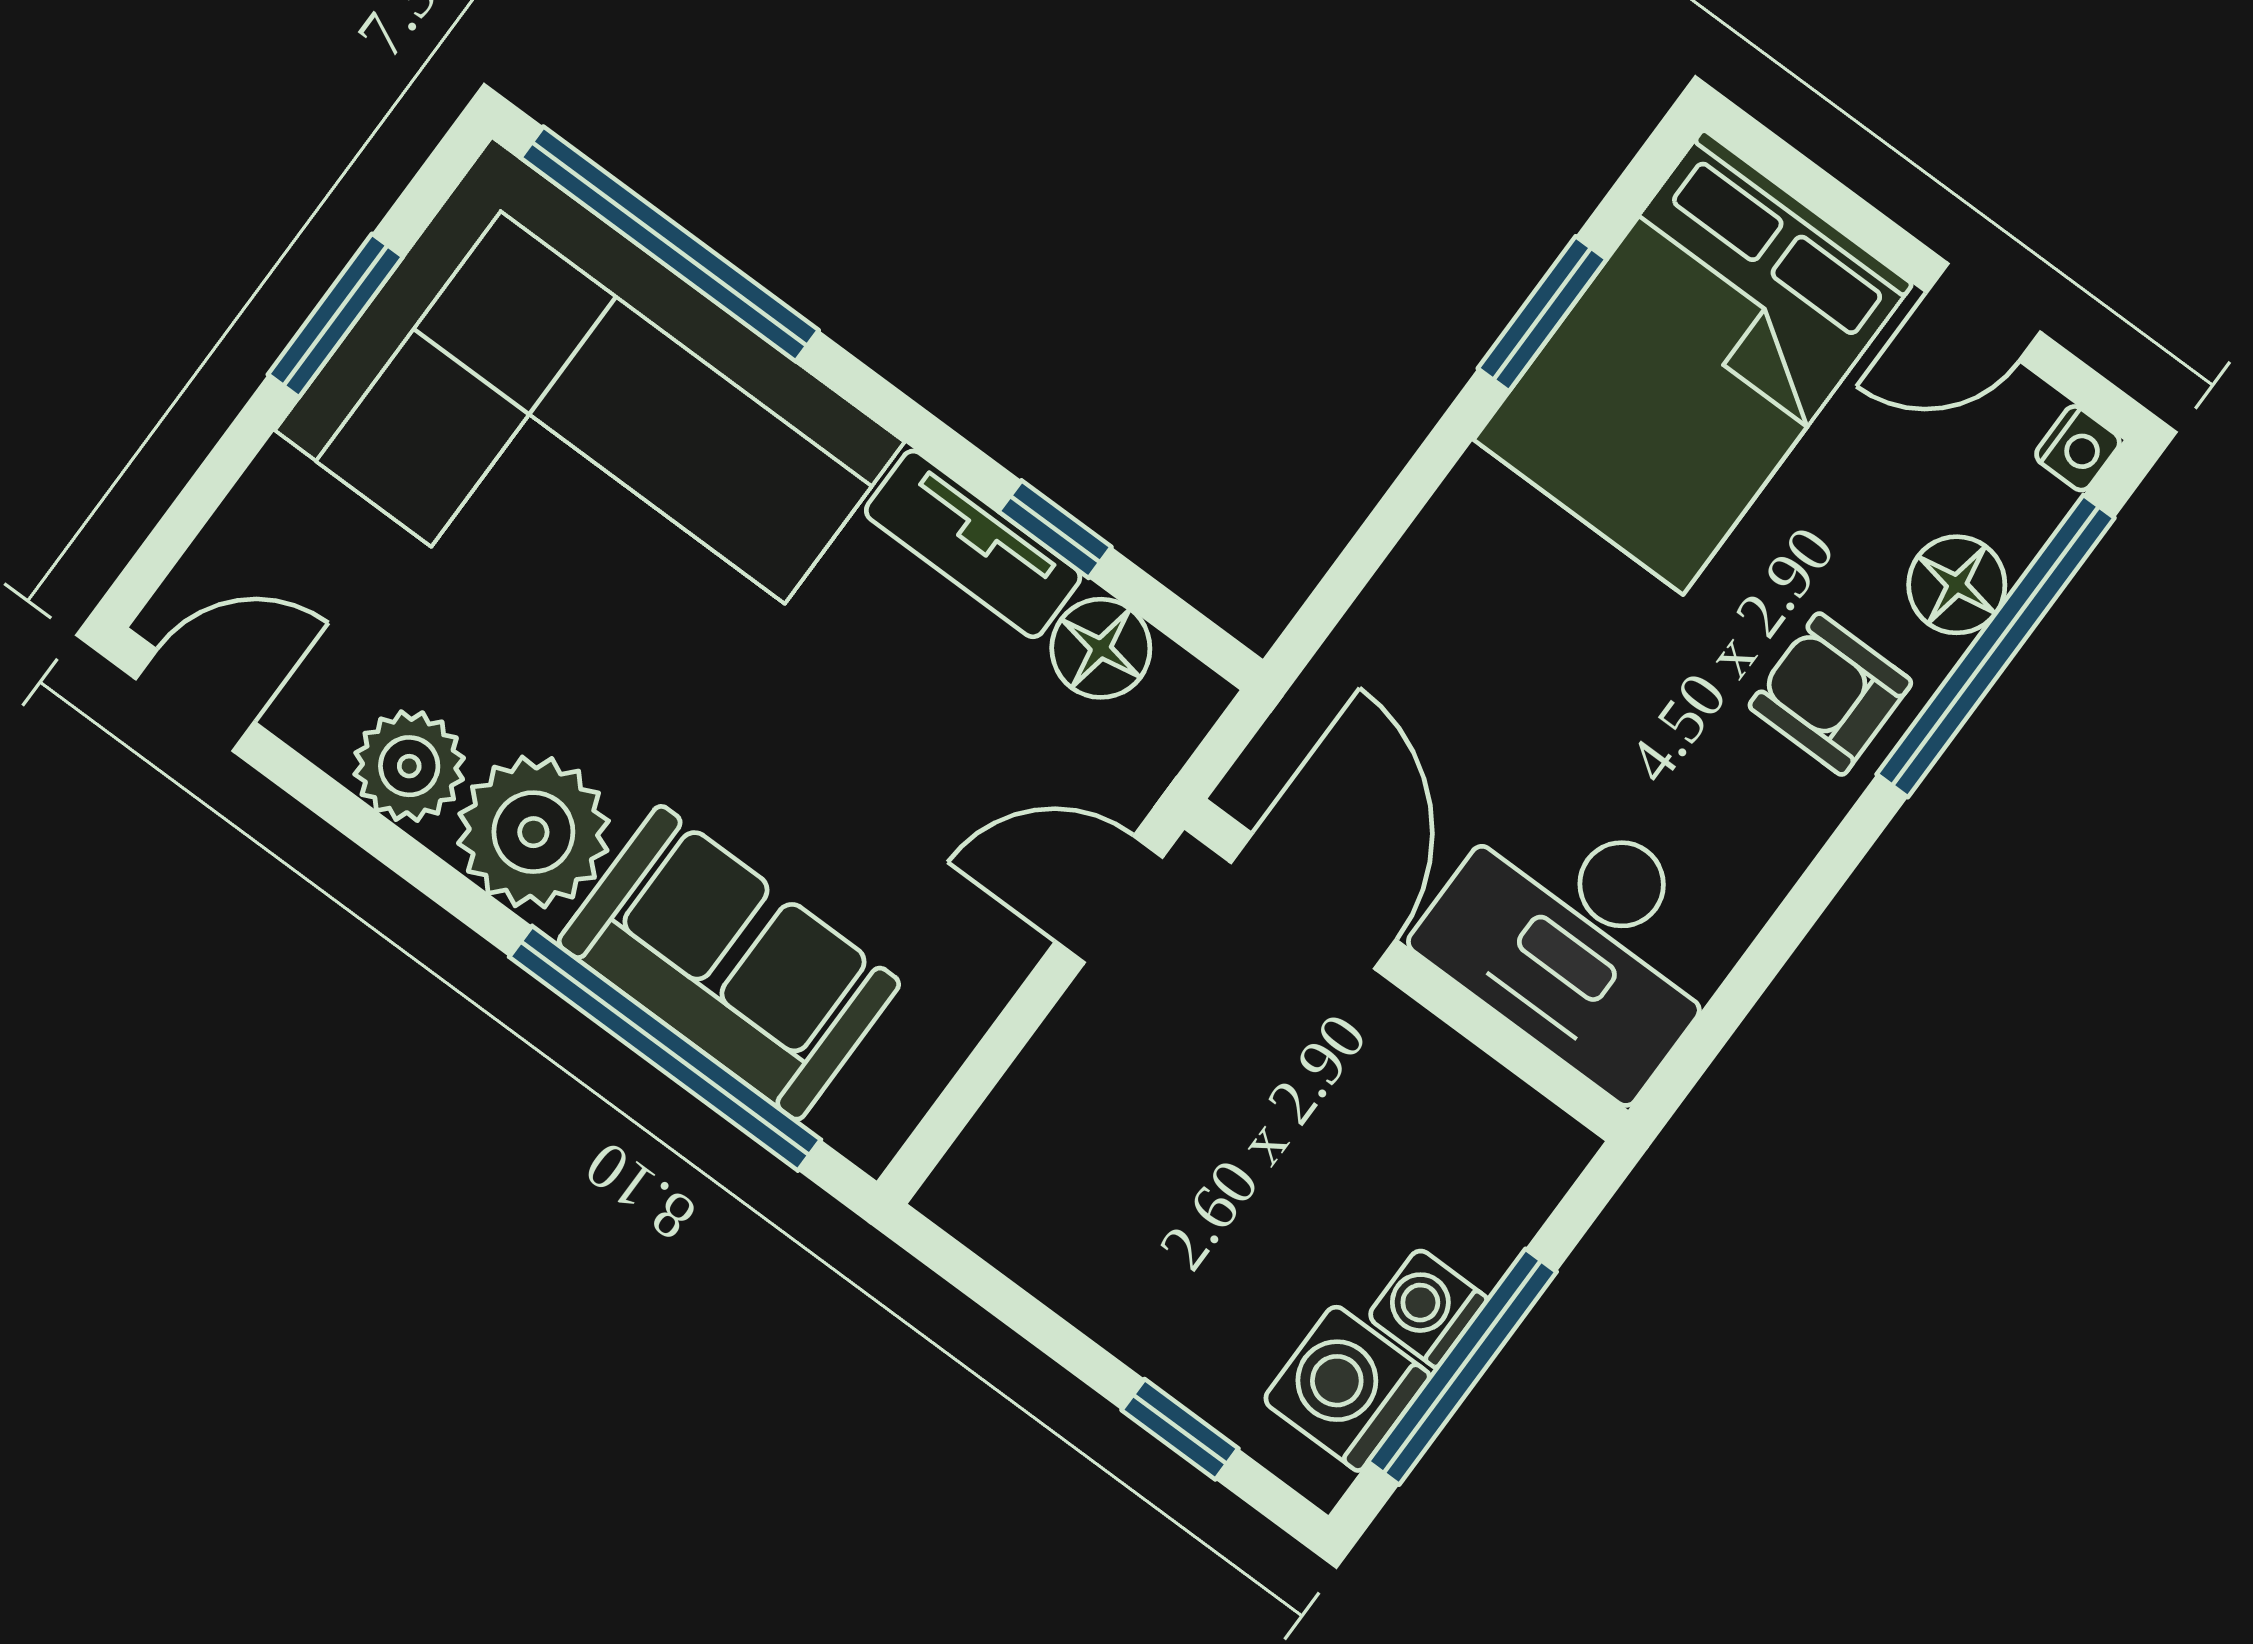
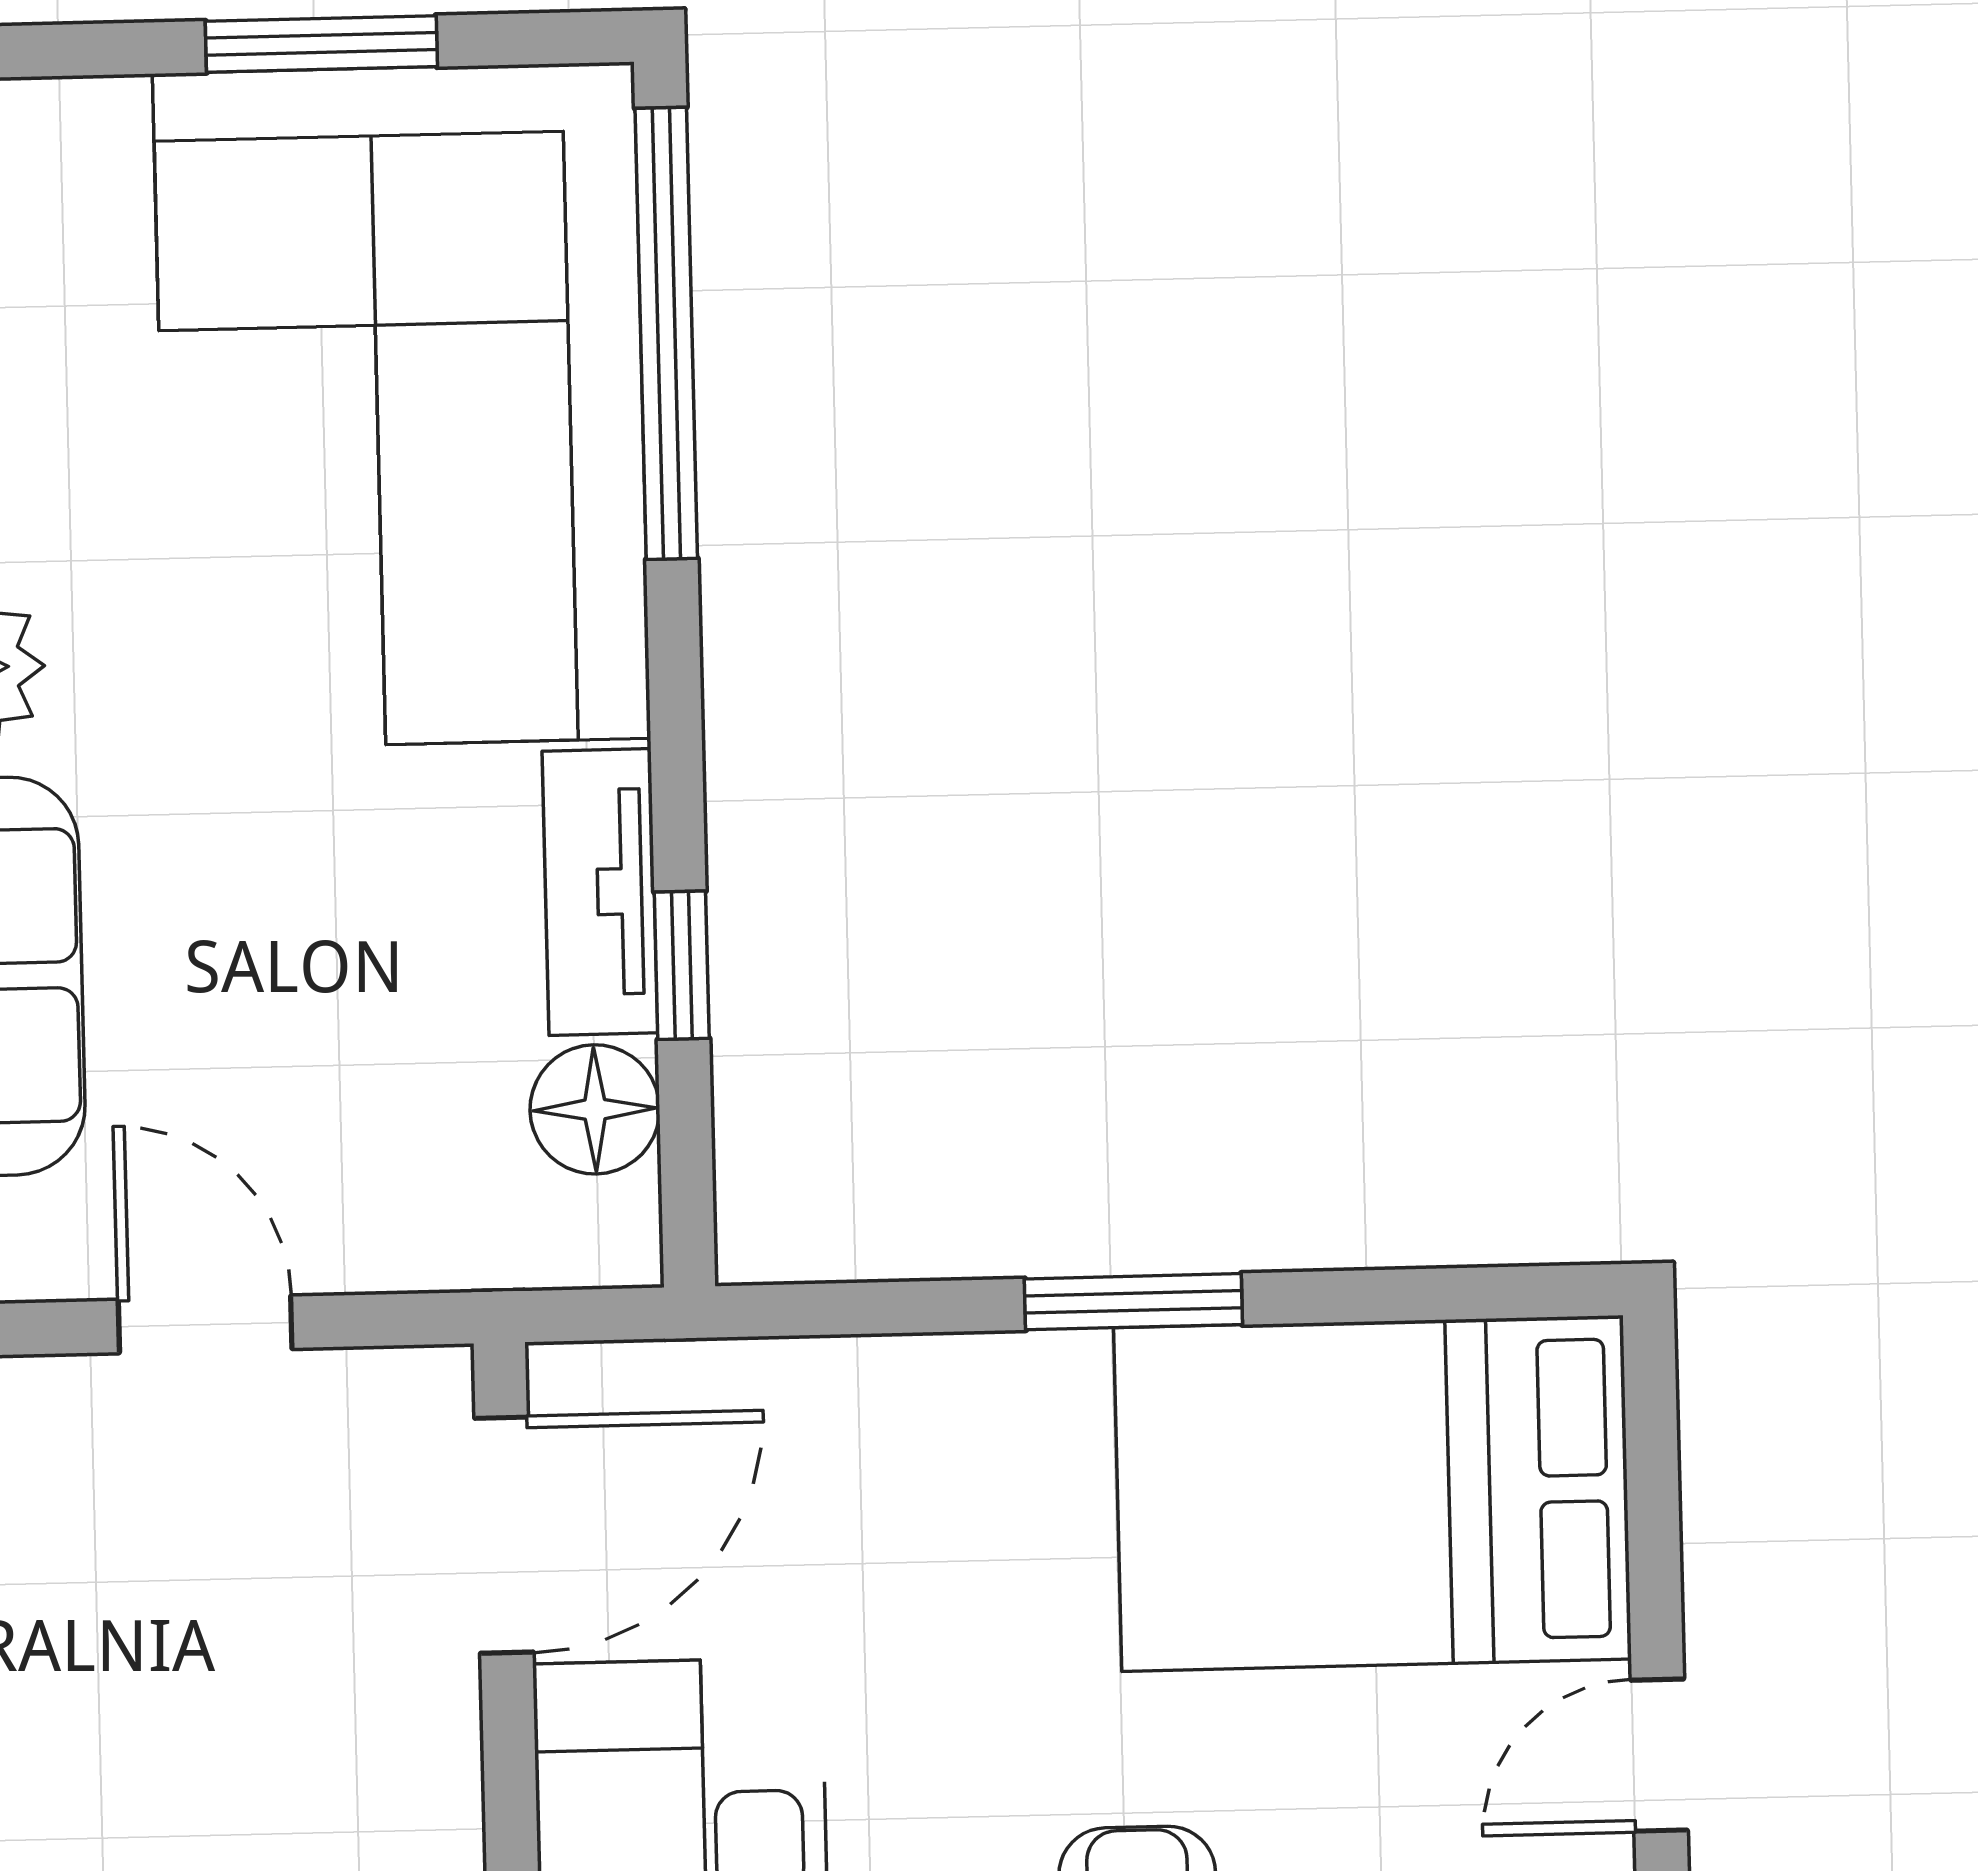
door: (1984, 312) -> (1659, 1755), hinge flipped
window: (1542, 314) -> (1133, 1302), moved
door: (1109, 899) -> (205, 1324), moved

